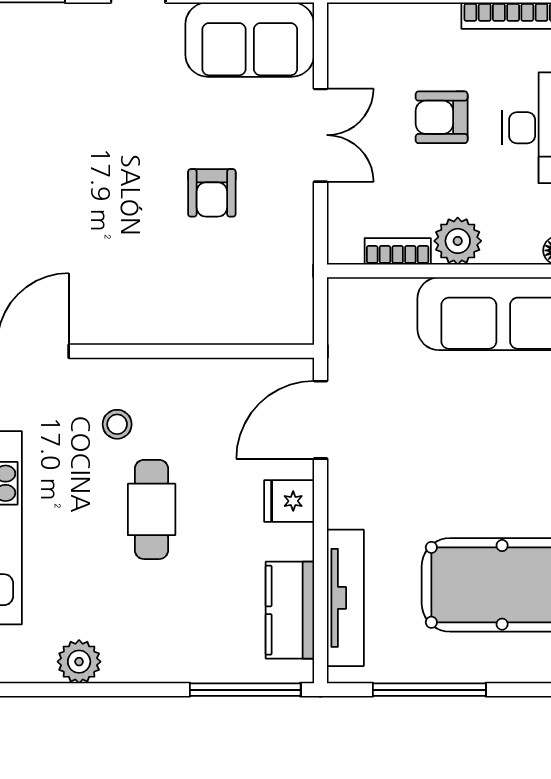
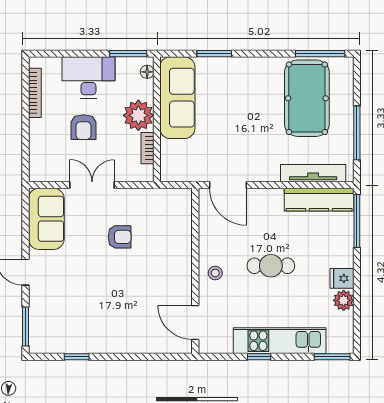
plant: (458, 241) -> (138, 115), width x1.36, depth x1.36
stool: (117, 424) -> (215, 273), moved
fridge: (289, 501) -> (342, 278), moved, turned 90
kitchen counter: (290, 610) -> (319, 200), width x1.50

